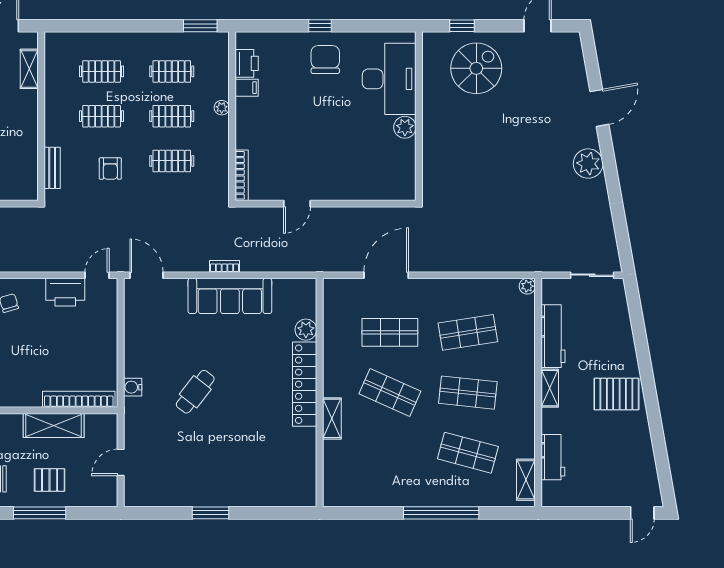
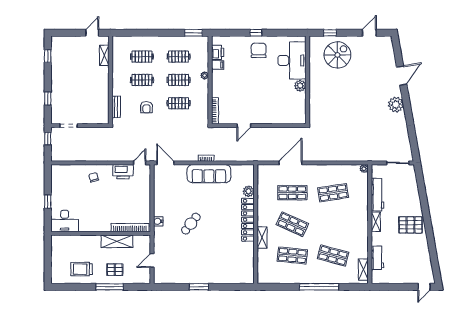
shop shelf: (468, 393) -> (292, 255), moved

